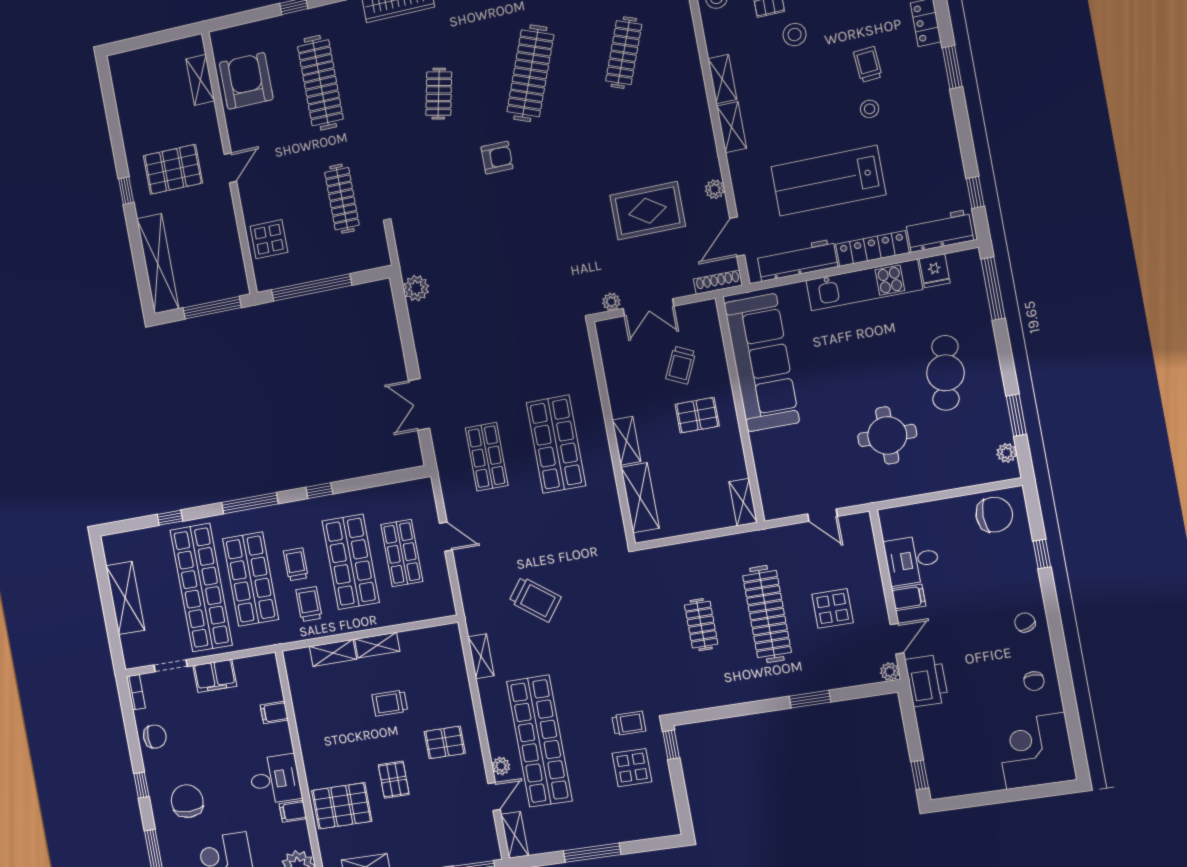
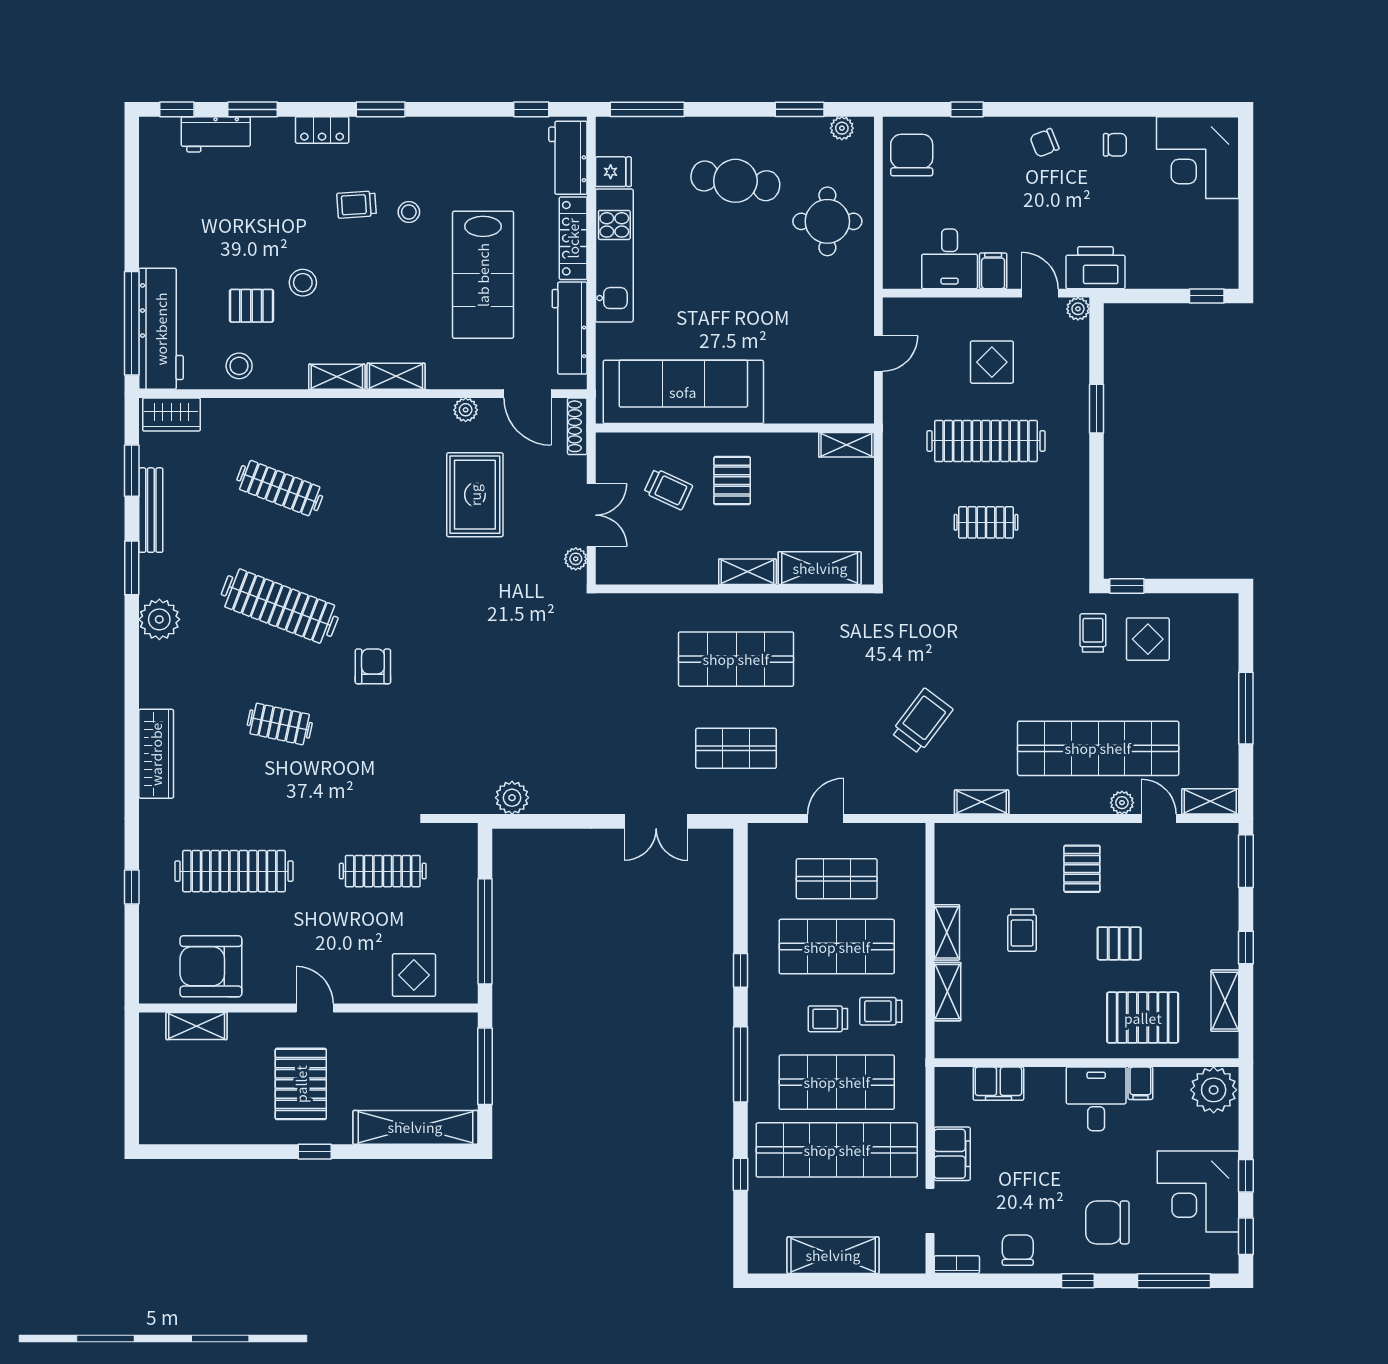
round table: (887, 435) -> (827, 221), moved
filing cabinet: (274, 712) -> (998, 1084), width x2.00
pallet: (342, 806) -> (1143, 1018), turned 90

